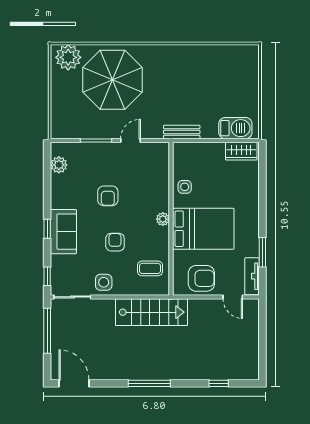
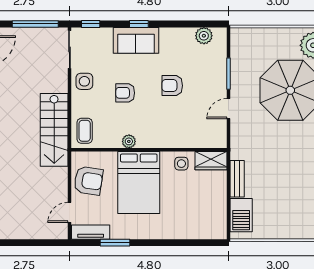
bench: (182, 132) -> (237, 179), moved
door: (131, 141) -> (228, 109), swing flipped
wardrobe: (241, 151) -> (211, 161), moved, turned -90
plant: (163, 219) -> (129, 141), moved
armchair: (115, 242) -> (125, 93), turned 180
coffee table: (150, 268) -> (85, 131), moved
armchair: (201, 278) -> (88, 181), turned -81

